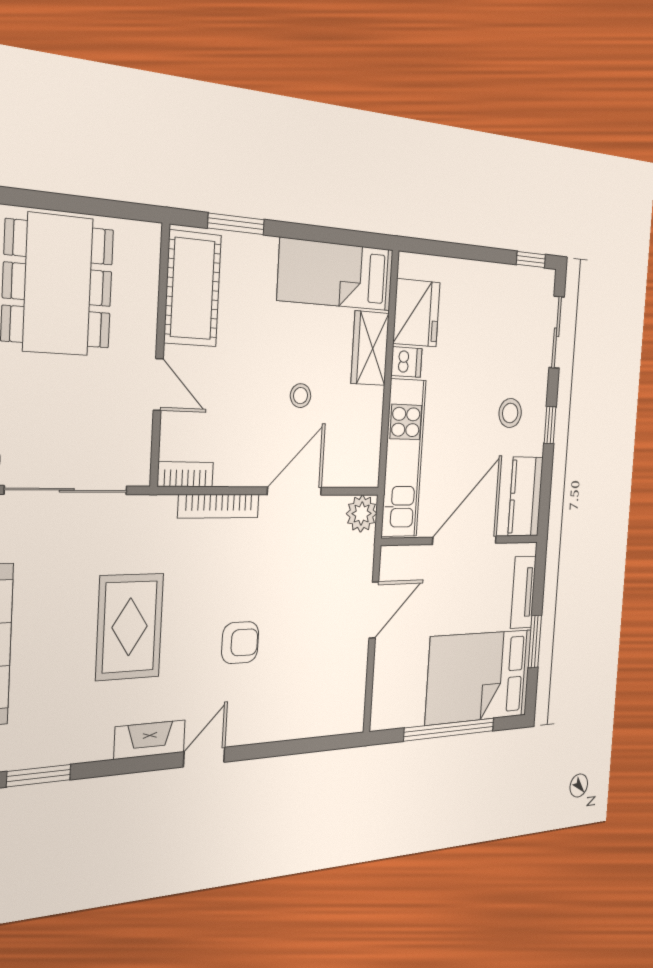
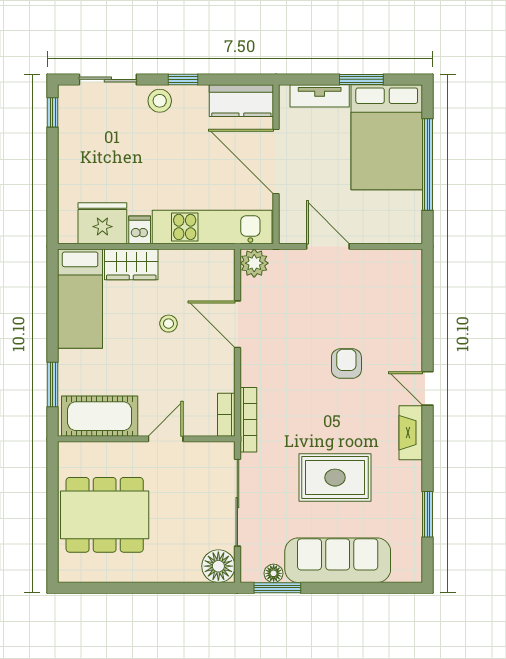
stool: (510, 413) -> (160, 101), moved
bookcase: (219, 506) -> (248, 420), moved
rug: (130, 627) -> (335, 478), moved

